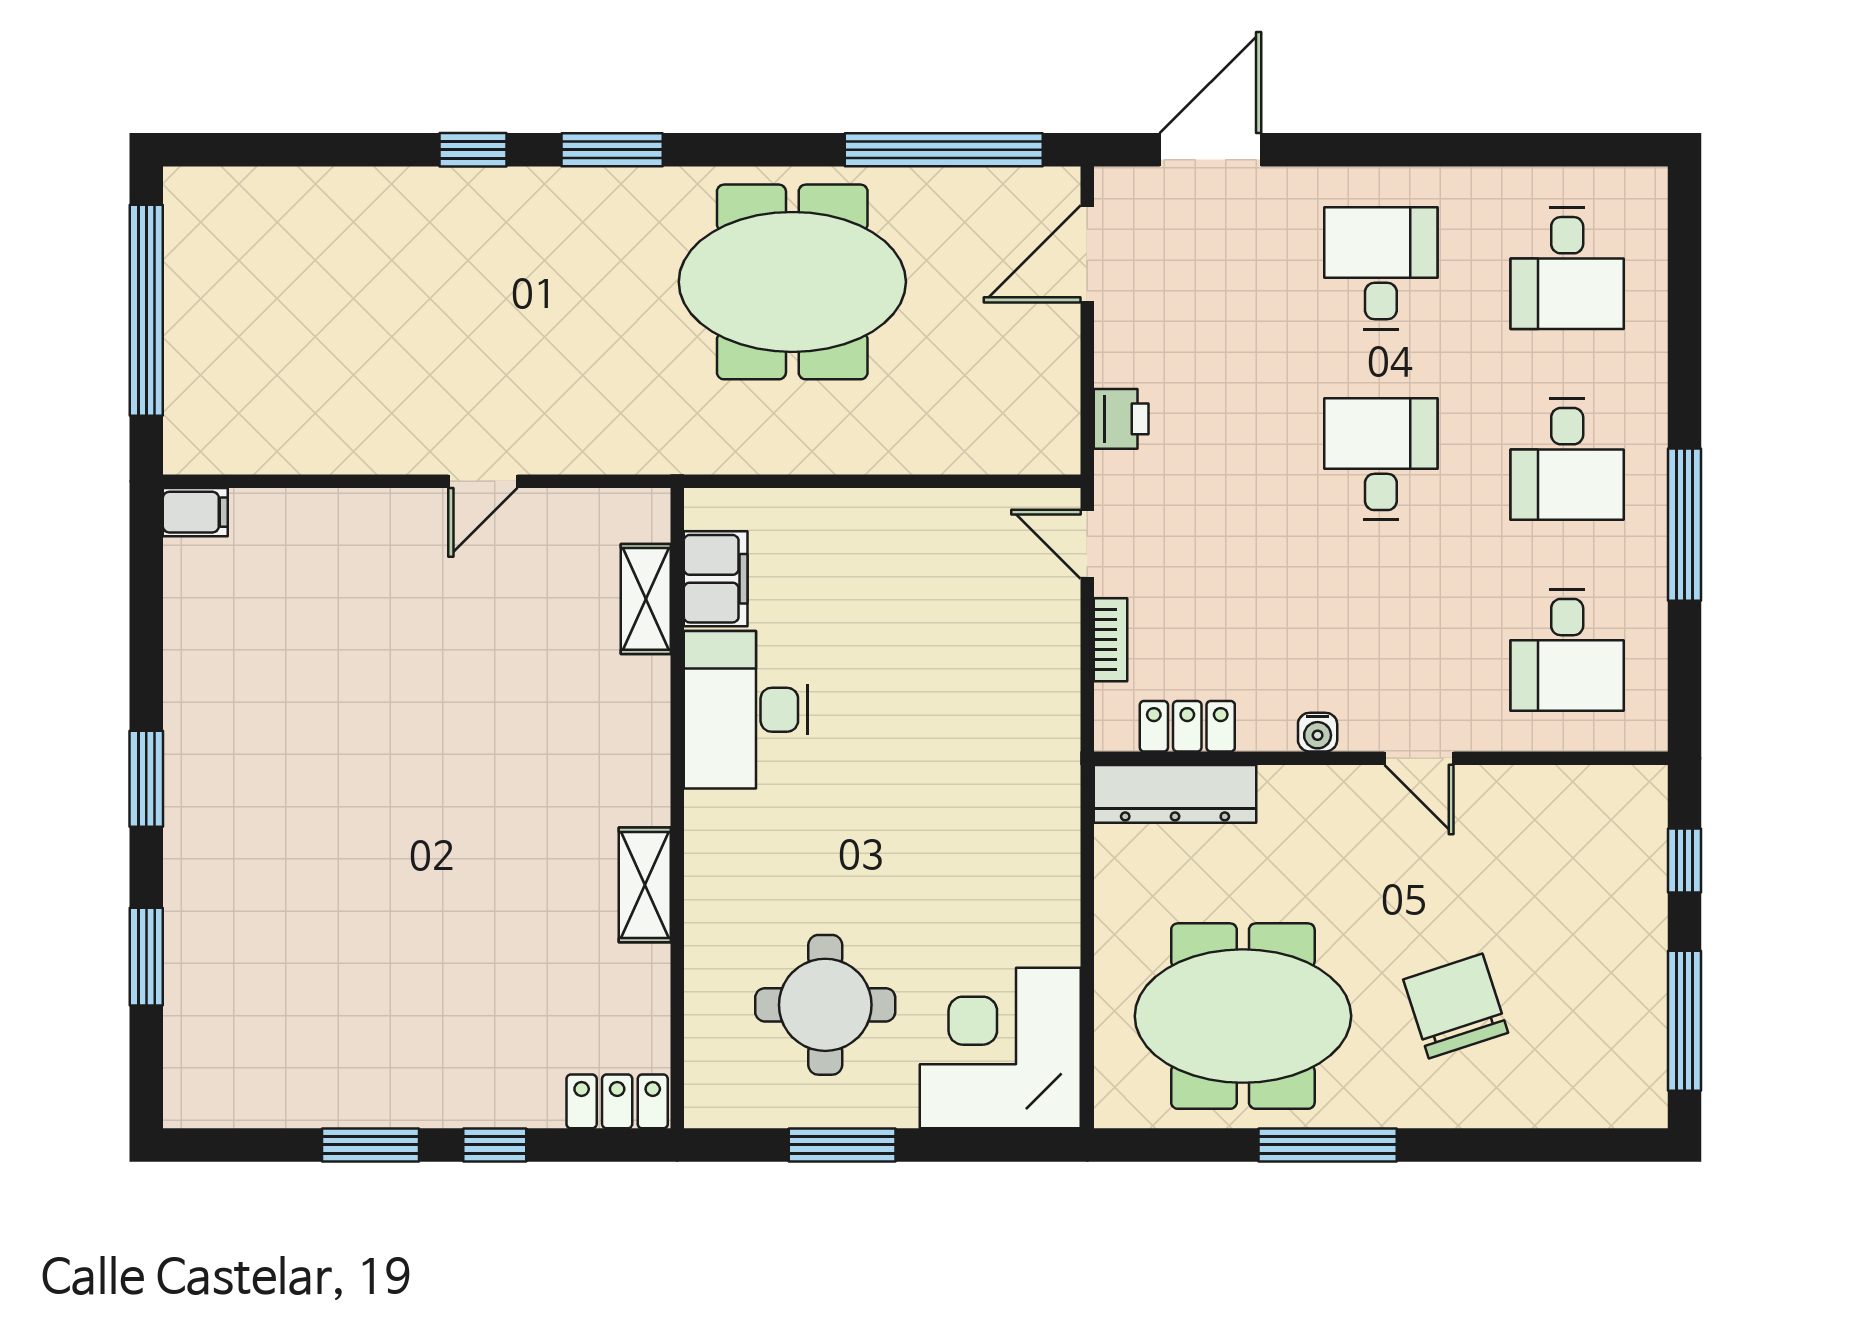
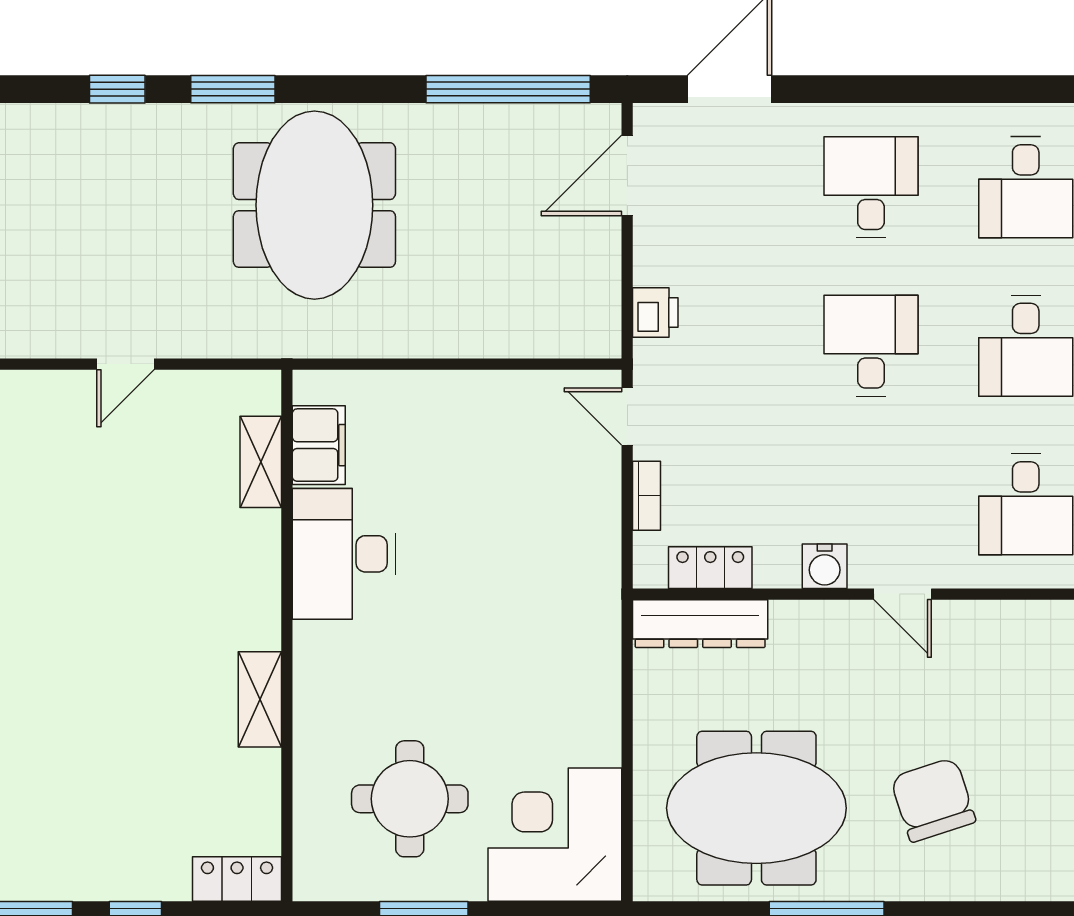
meeting table: (792, 282) -> (314, 205), moved, turned 90
water cooler: (1318, 732) -> (825, 566), width x1.38, depth x1.38

